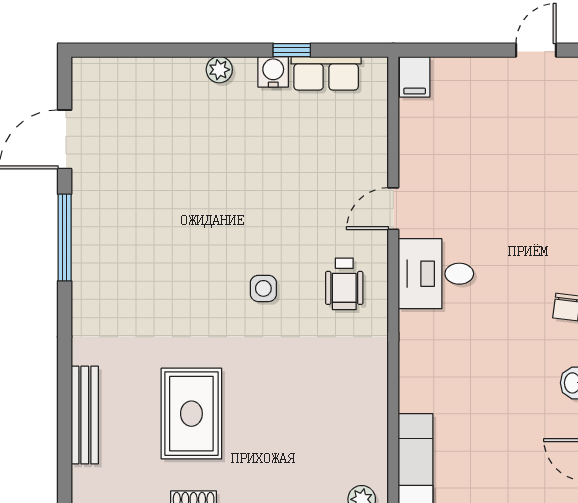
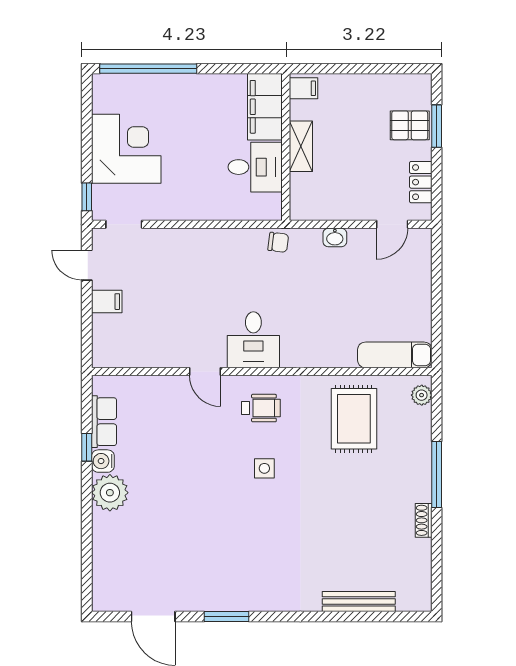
plant: (219, 70) -> (110, 493), width x1.87, depth x1.87
filing cabinet: (415, 77) -> (107, 302), moved
window: (65, 238) -> (226, 616), width x0.69
rug: (191, 414) -> (354, 419), moved, turned 90

